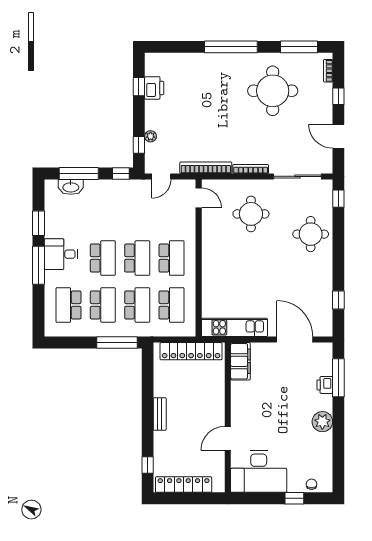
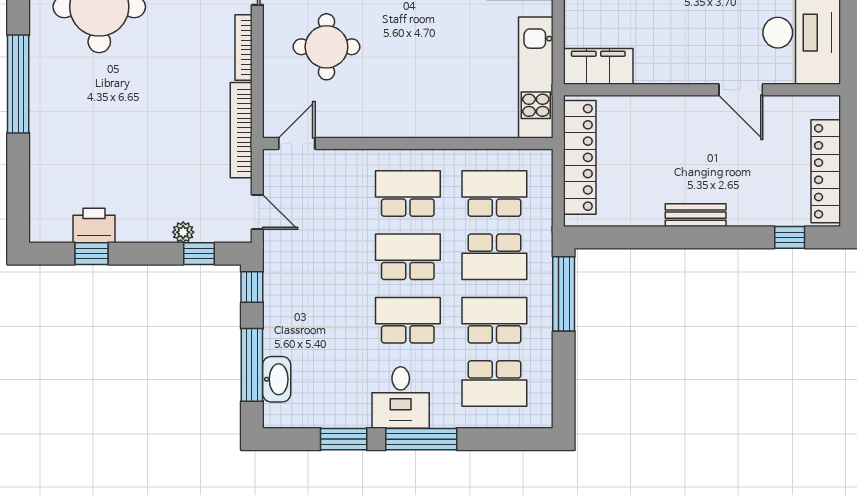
school desk: (137, 305) -> (494, 257), turned 180

